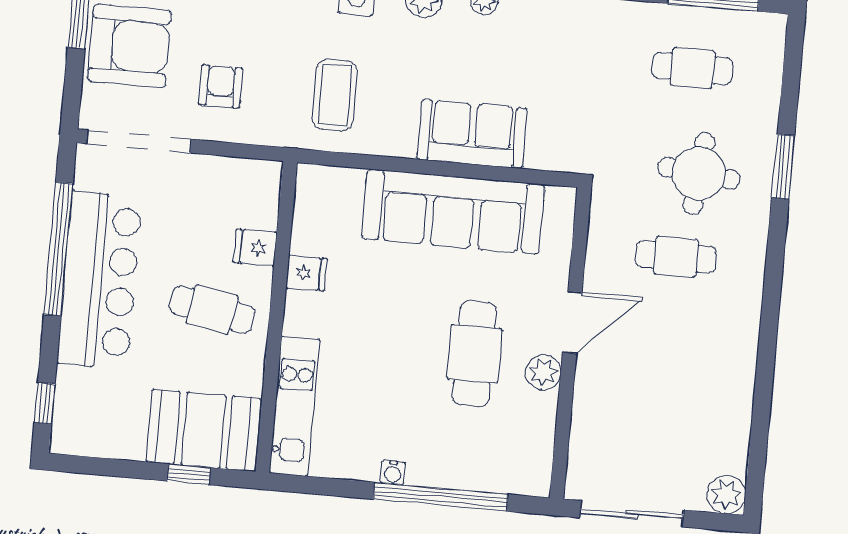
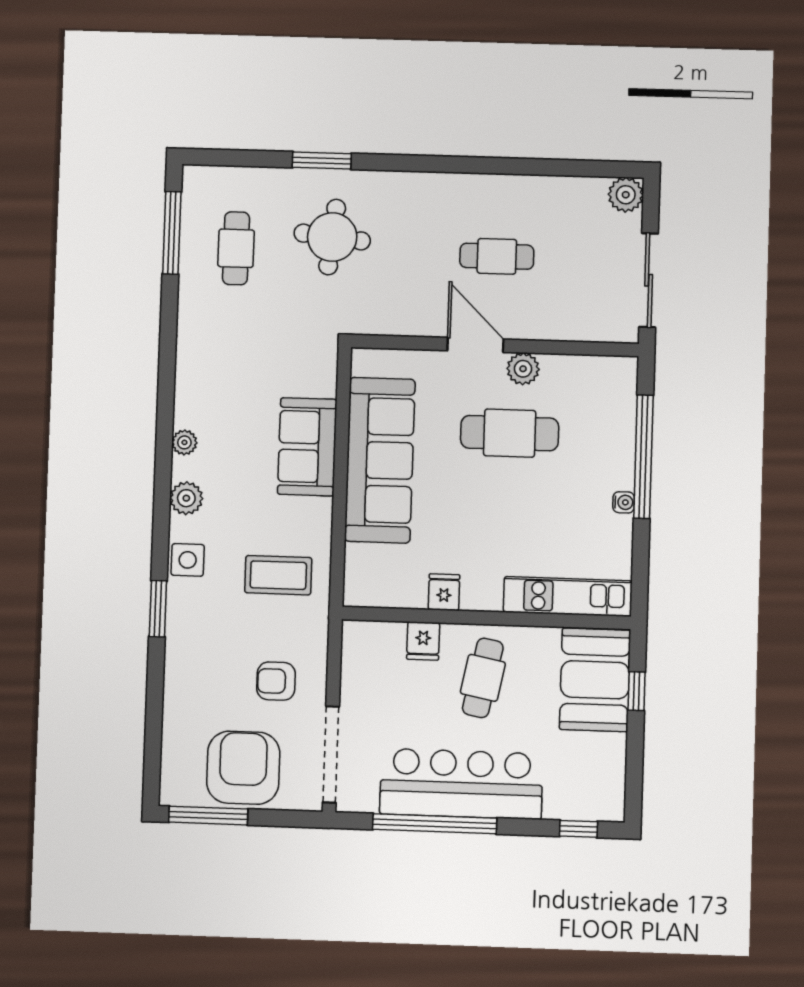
cafe table: (676, 257) -> (497, 256), moved, turned 90

